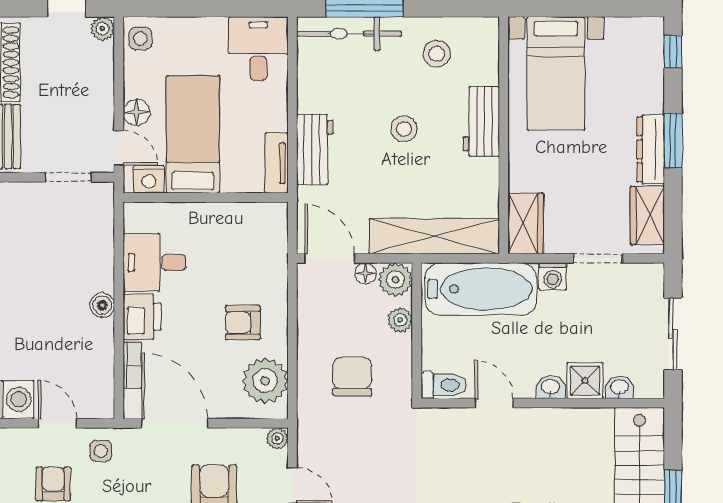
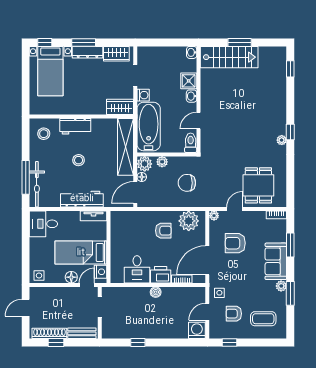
plant: (102, 29) -> (35, 292), removed
stool: (437, 54) -> (44, 134), moved
bed with nightstands: (556, 73) -> (50, 71), moved, turned 90
workbench: (315, 150) -> (82, 199), width x1.37
armchair: (243, 323) -> (163, 231), turned -90
sliding door: (673, 334) -> (168, 42), removed
washbasin: (619, 387) -> (192, 52), moved

